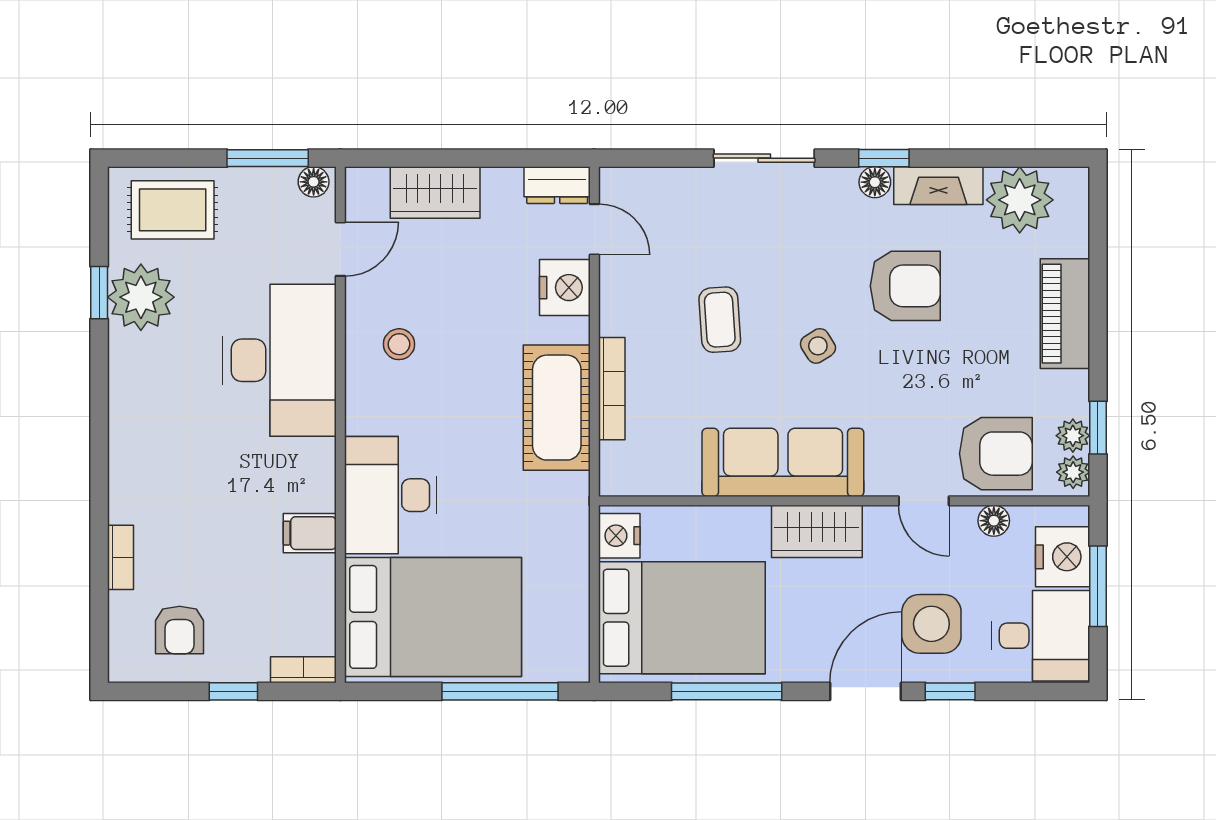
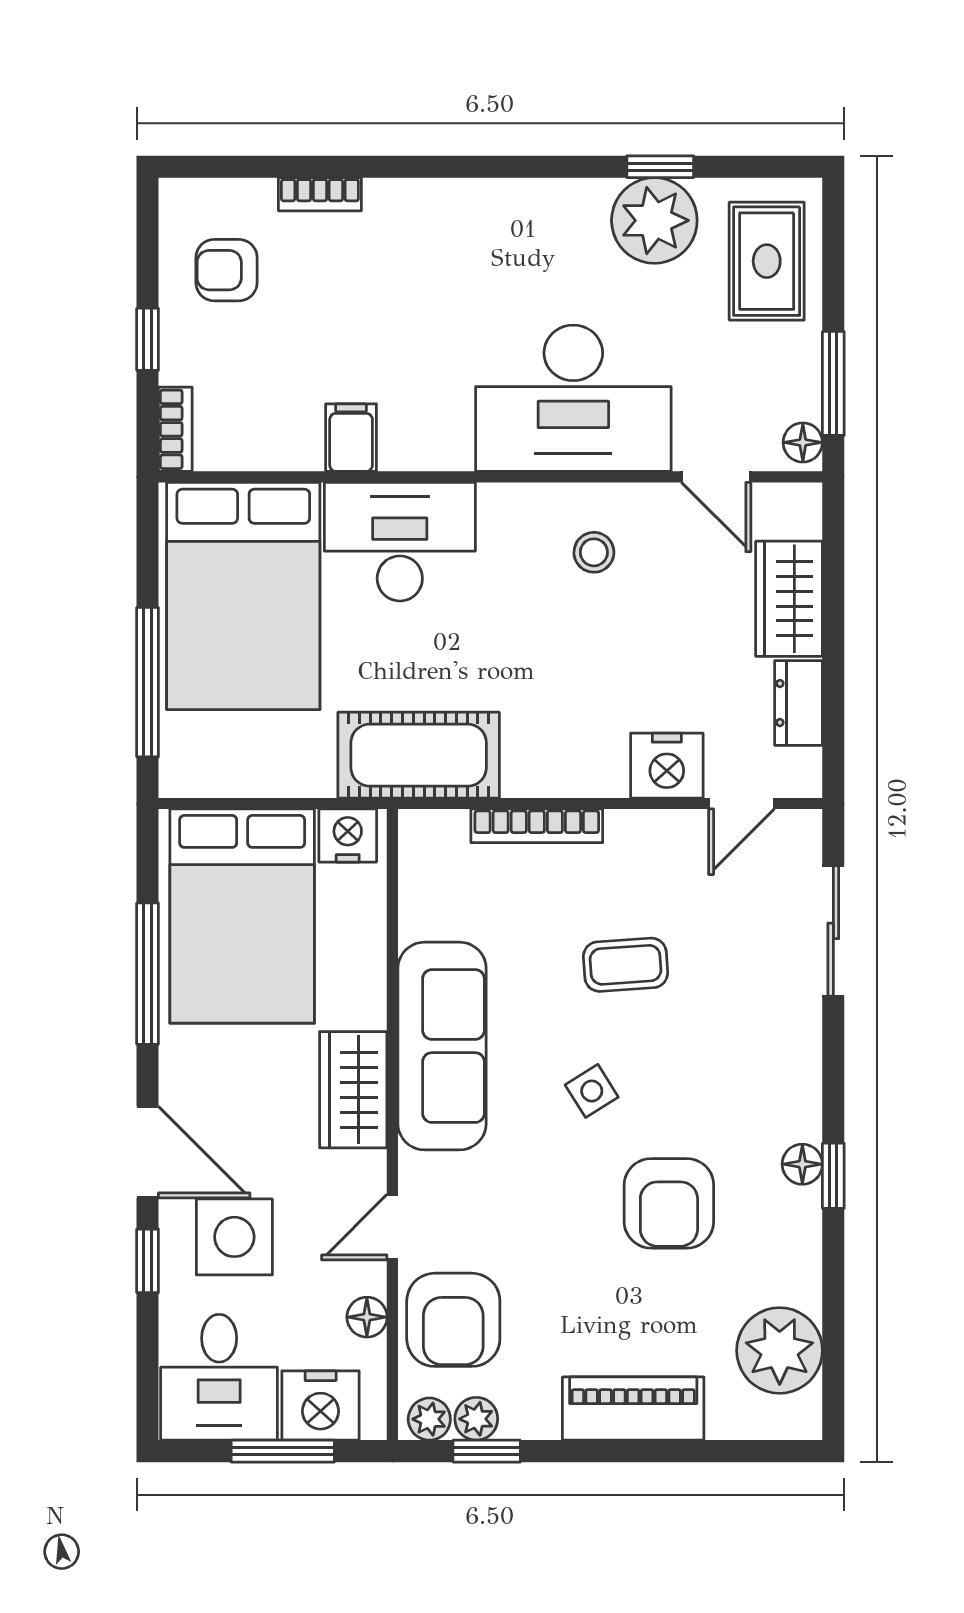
sliding door: (764, 158) -> (833, 931), moved
dresser: (557, 185) -> (799, 703), moved
fireplace: (938, 186) -> (798, 1246), removed
cot: (557, 408) -> (419, 755), moved

